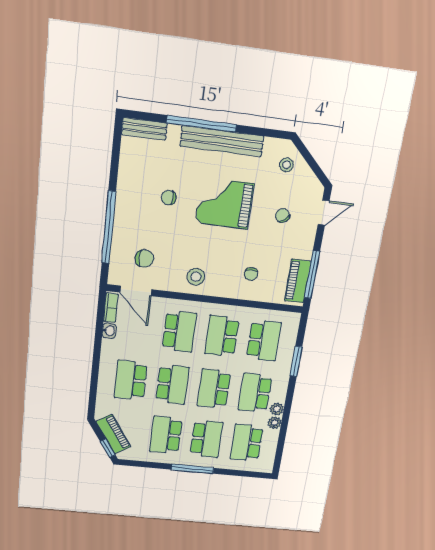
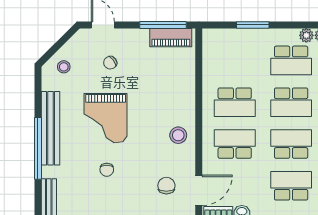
chair: (251, 274) -> (169, 83), removed
school desk: (264, 341) -> (235, 60), removed
school desk: (131, 380) -> (291, 186), turned 180

